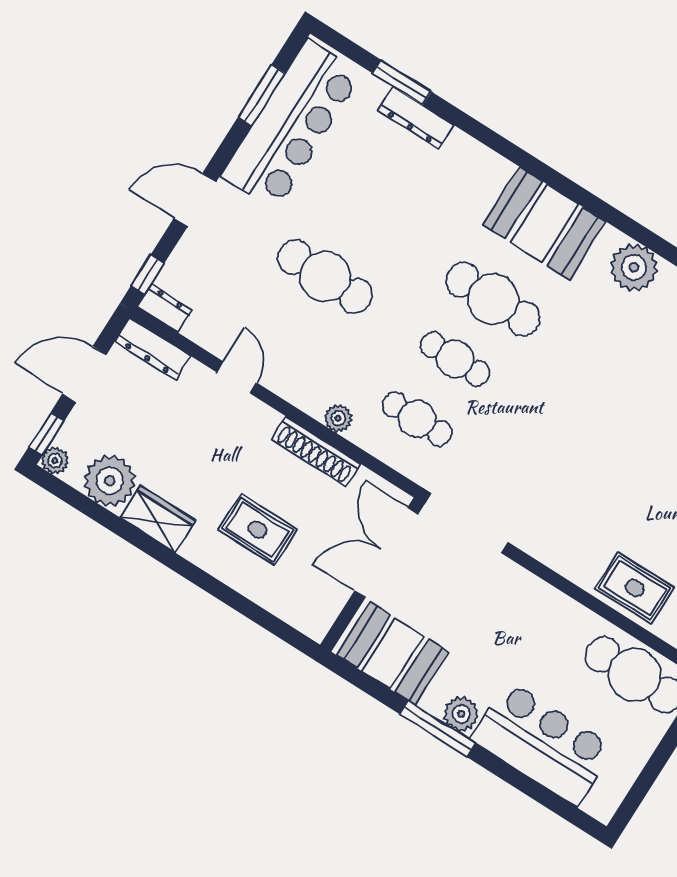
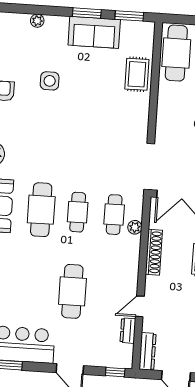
dresser: (165, 308) -> (128, 331), moved
plant: (338, 418) -> (135, 227), moved

